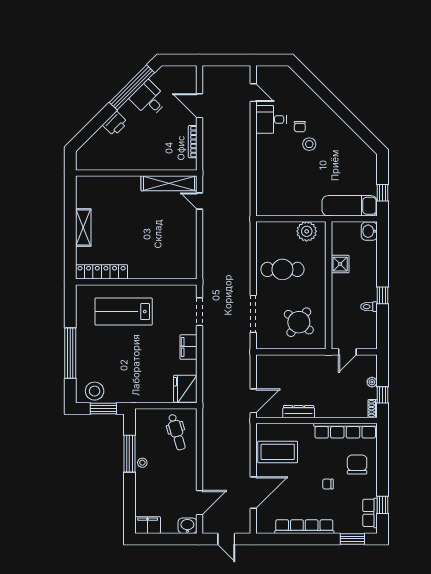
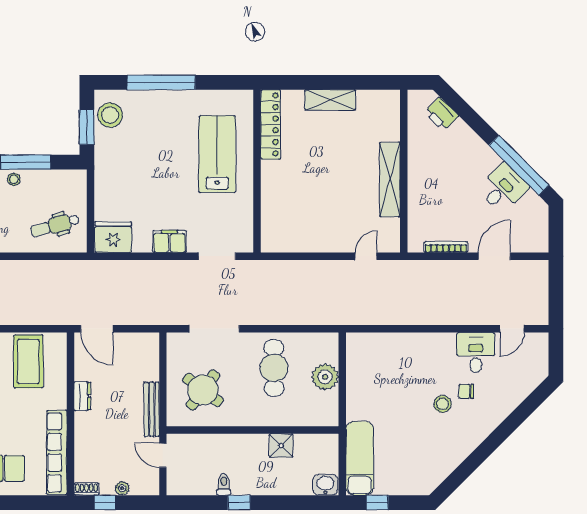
printer: (115, 124) -> (441, 114), moved
shelving: (169, 183) -> (390, 180), moved
plant: (307, 231) -> (325, 377), moved
bench: (313, 360) -> (152, 409), added
dresser: (299, 412) -> (82, 396), width x0.70

